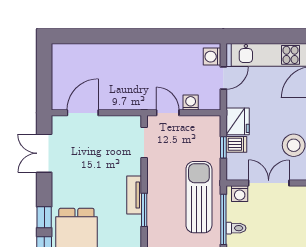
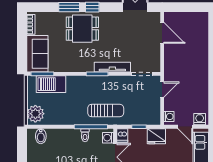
washing machine: (191, 103) -> (169, 116), moved
dishwasher: (236, 144) -> (122, 135), moved
tv unit: (134, 195) -> (112, 67), width x1.41
sun lounger: (199, 197) -> (106, 110), width x0.73, depth x0.75

